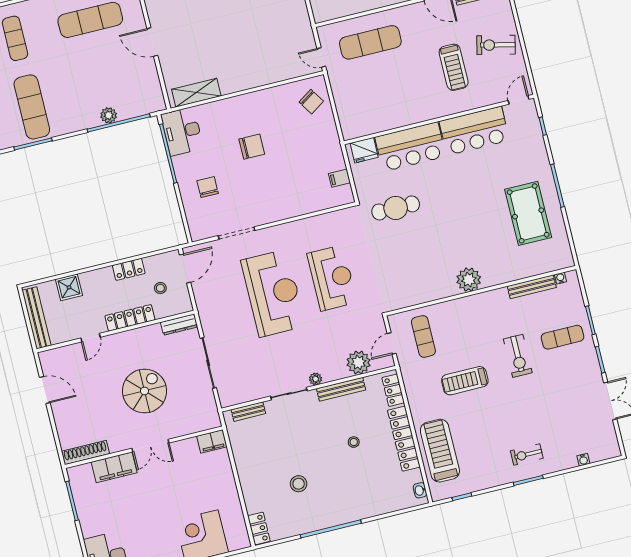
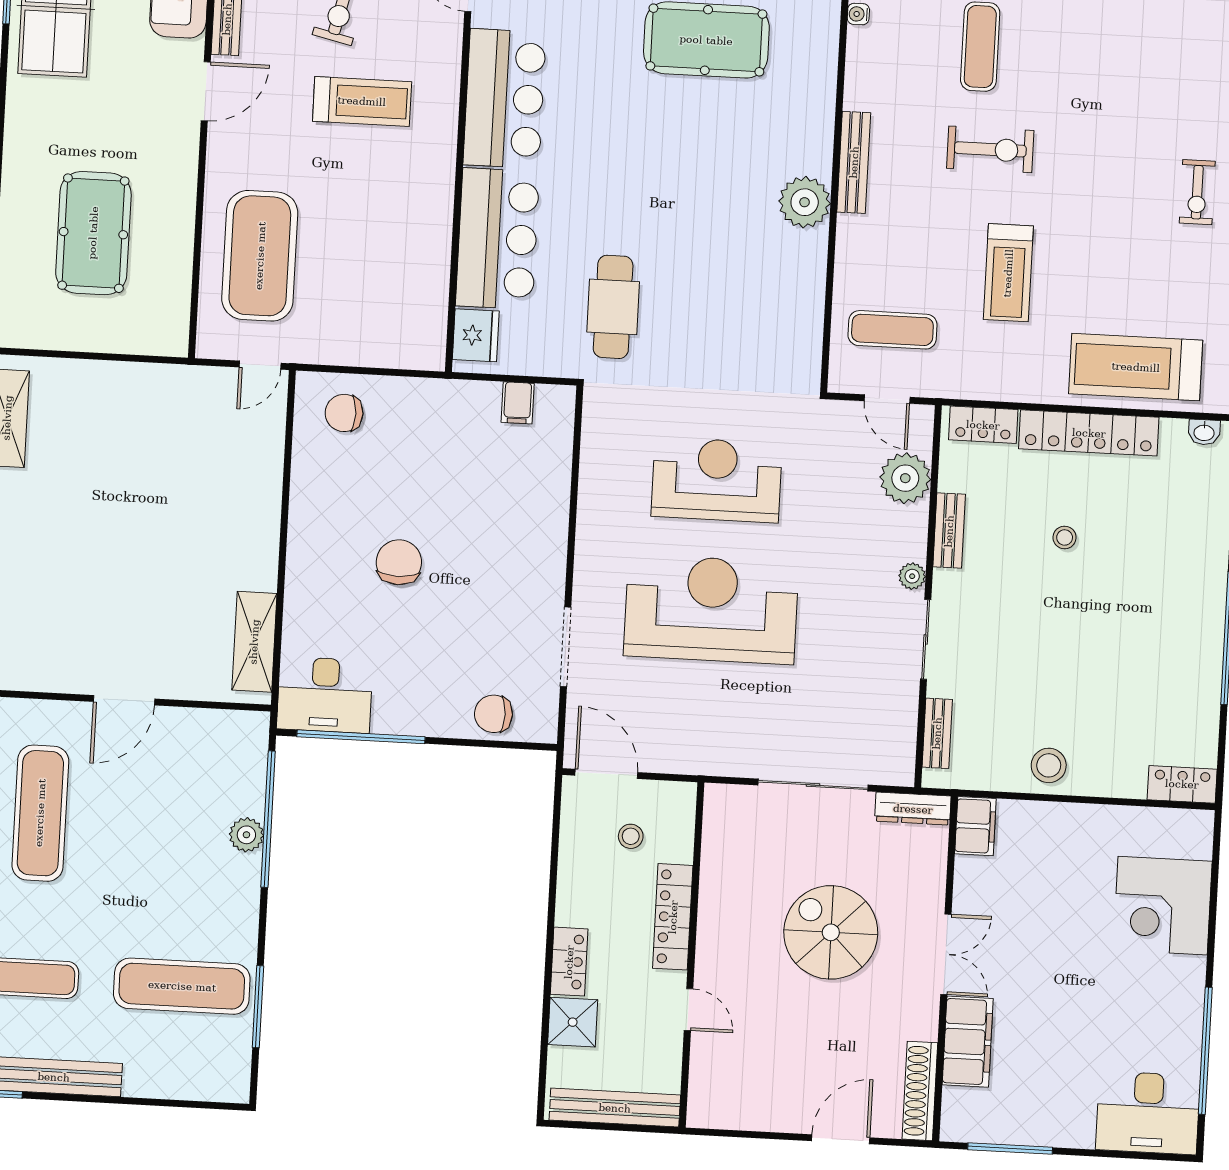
exercise mat: (370, 42) -> (260, 256), width x1.47
chair: (311, 102) -> (344, 413), turned -147
chair: (208, 187) -> (493, 714), moved
locker: (129, 269) -> (569, 962), moved
bench: (532, 287) -> (854, 162), moved
dresser: (179, 325) -> (913, 809), moved, turned 90
bench: (341, 389) -> (949, 531), width x0.73
door: (45, 390) -> (841, 1139), moved
stool: (299, 484) -> (1049, 765), moved

